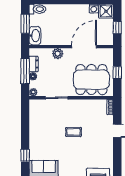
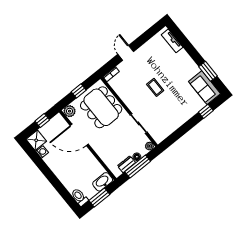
plant: (58, 54) -> (70, 111), moved

